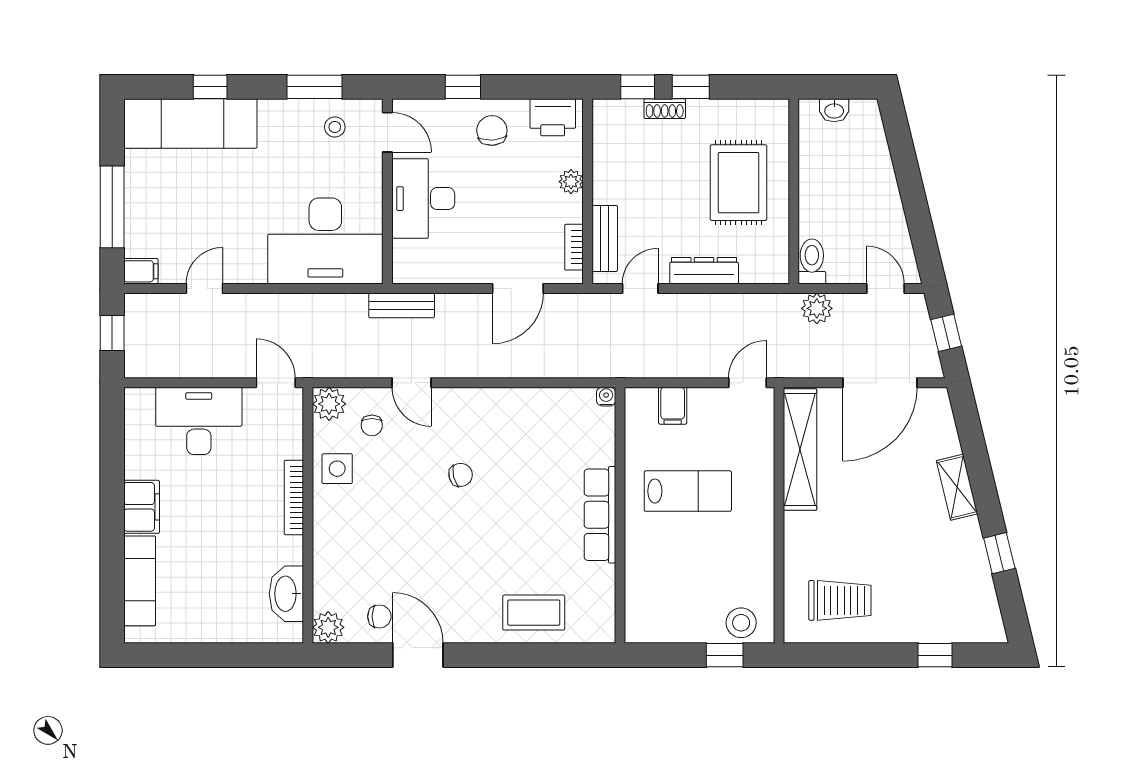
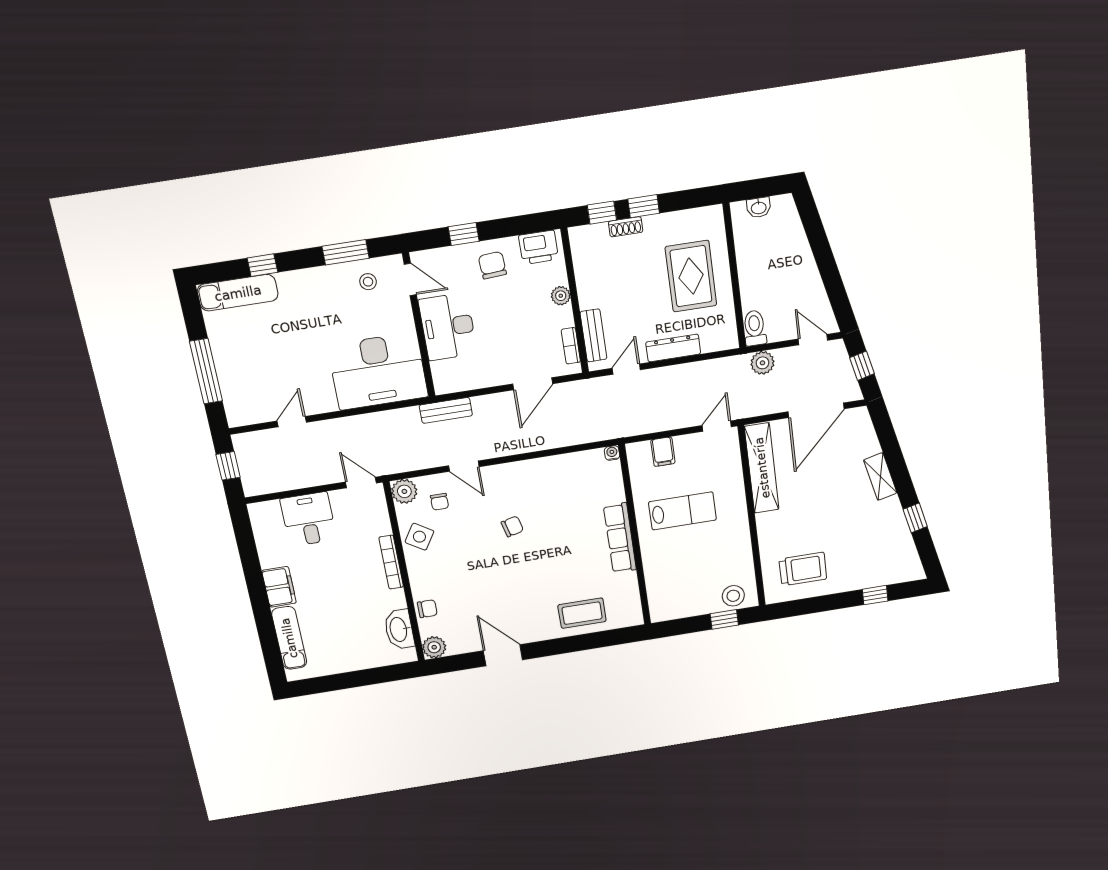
exam couch: (190, 123) -> (238, 293), width x0.73, depth x0.69
filing cabinet: (141, 271) -> (240, 417), removed
desk: (199, 421) -> (308, 519), width x0.73
side table: (337, 469) -> (419, 537), turned 32
chair: (379, 616) -> (427, 609), moved

